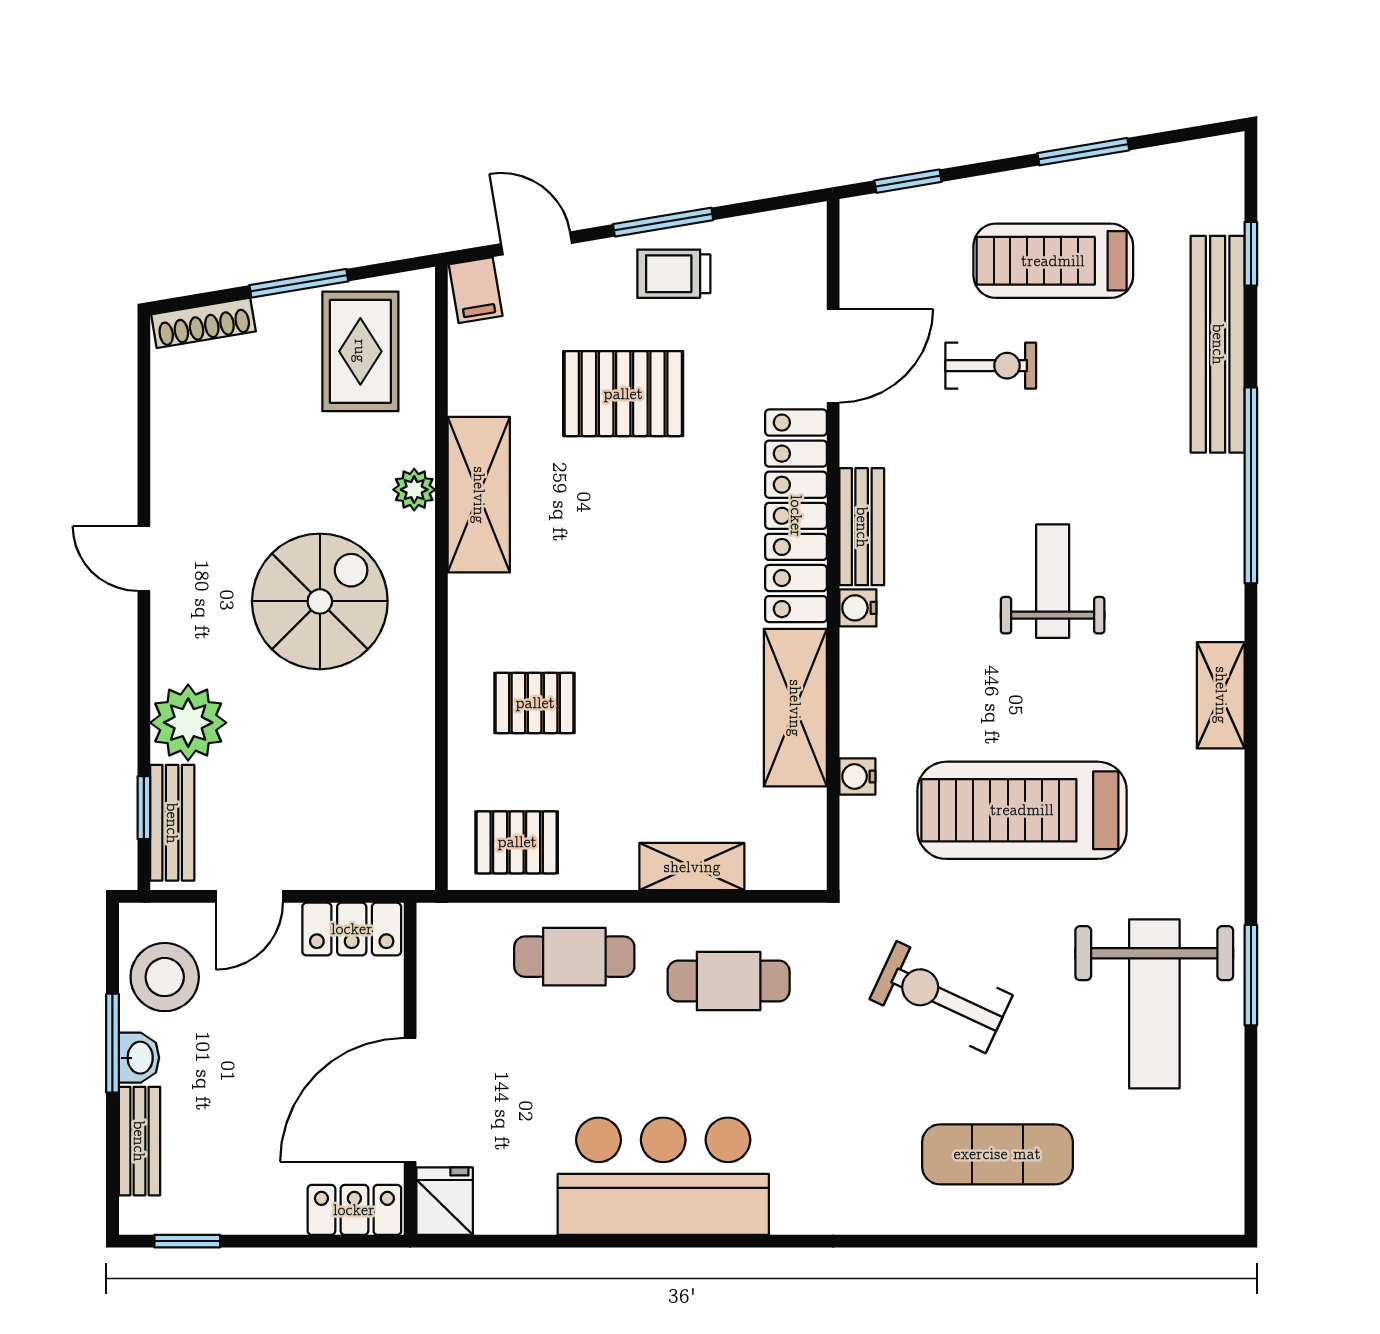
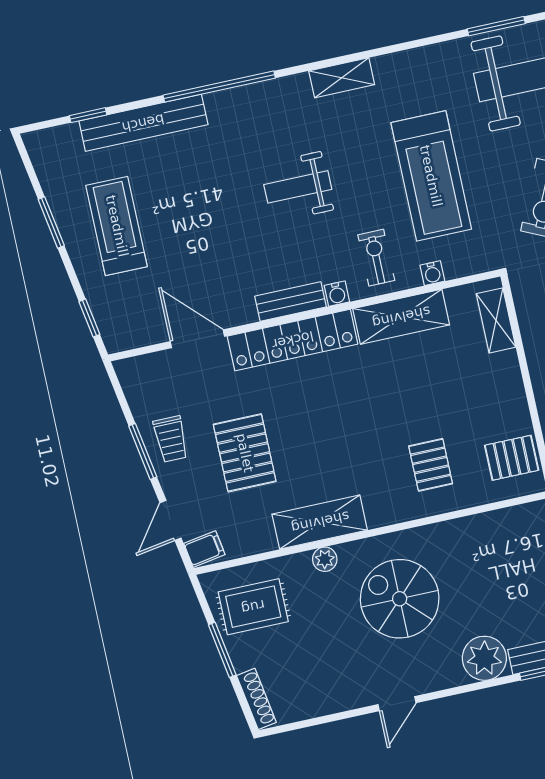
treadmill: (1053, 261) -> (117, 226), turned 180
exercise bike: (991, 366) -> (376, 258), moved
pallet: (517, 842) -> (512, 458), turned 90
shelving: (692, 867) -> (496, 320), moved

